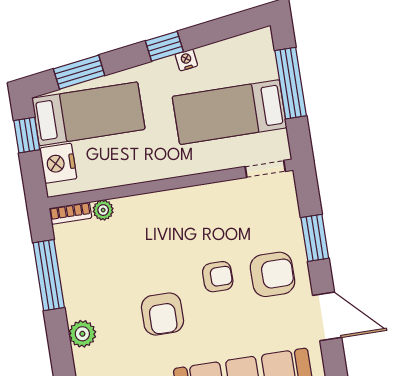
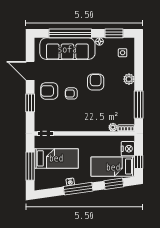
window: (164, 46) -> (78, 189), width x2.17

